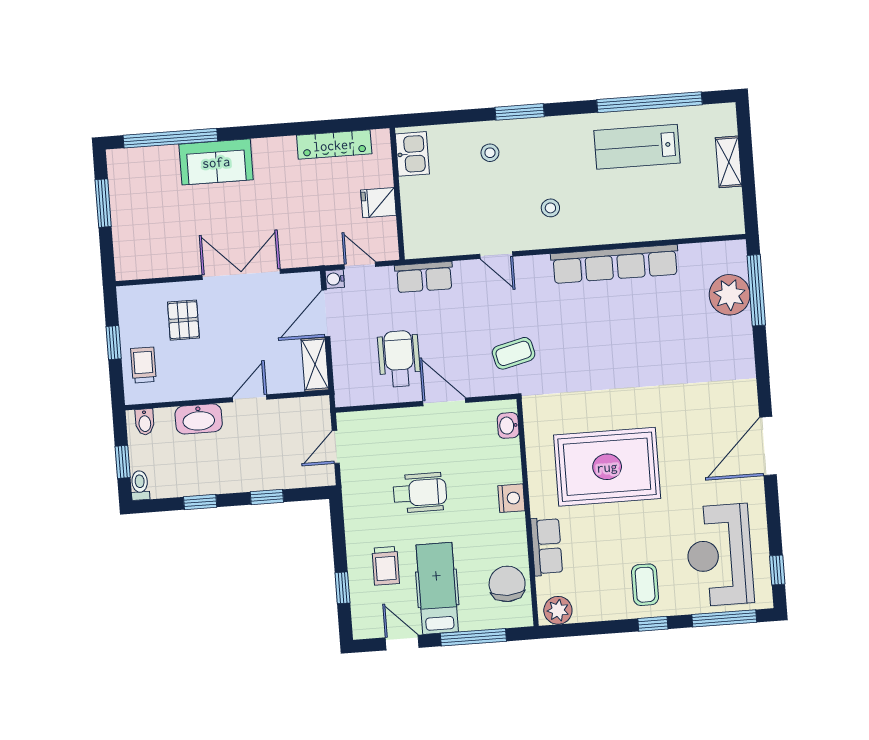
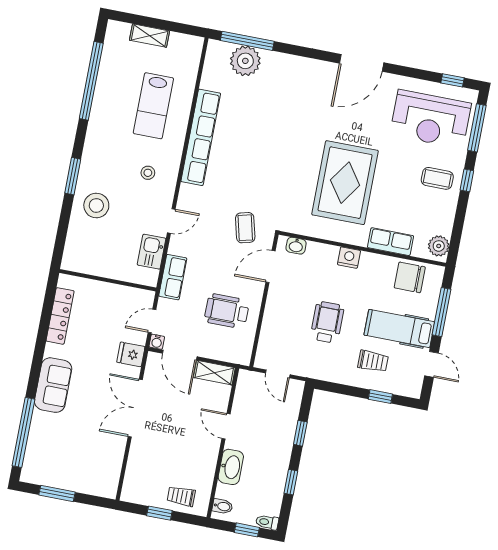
lab bench: (637, 147) -> (153, 106), moved
stool: (490, 153) -> (96, 205), width x1.89, depth x1.89
kitchen sink: (412, 154) -> (152, 252), moved, turned -90
sofa: (216, 162) -> (53, 385), moved
fridge: (378, 203) -> (131, 354), moved, turned 90
pallet: (183, 320) -> (157, 459), removed
door: (444, 402) -> (271, 266), moved
door: (768, 446) -> (362, 63), hinge flipped
door: (402, 643) -> (431, 364), swing flipped

